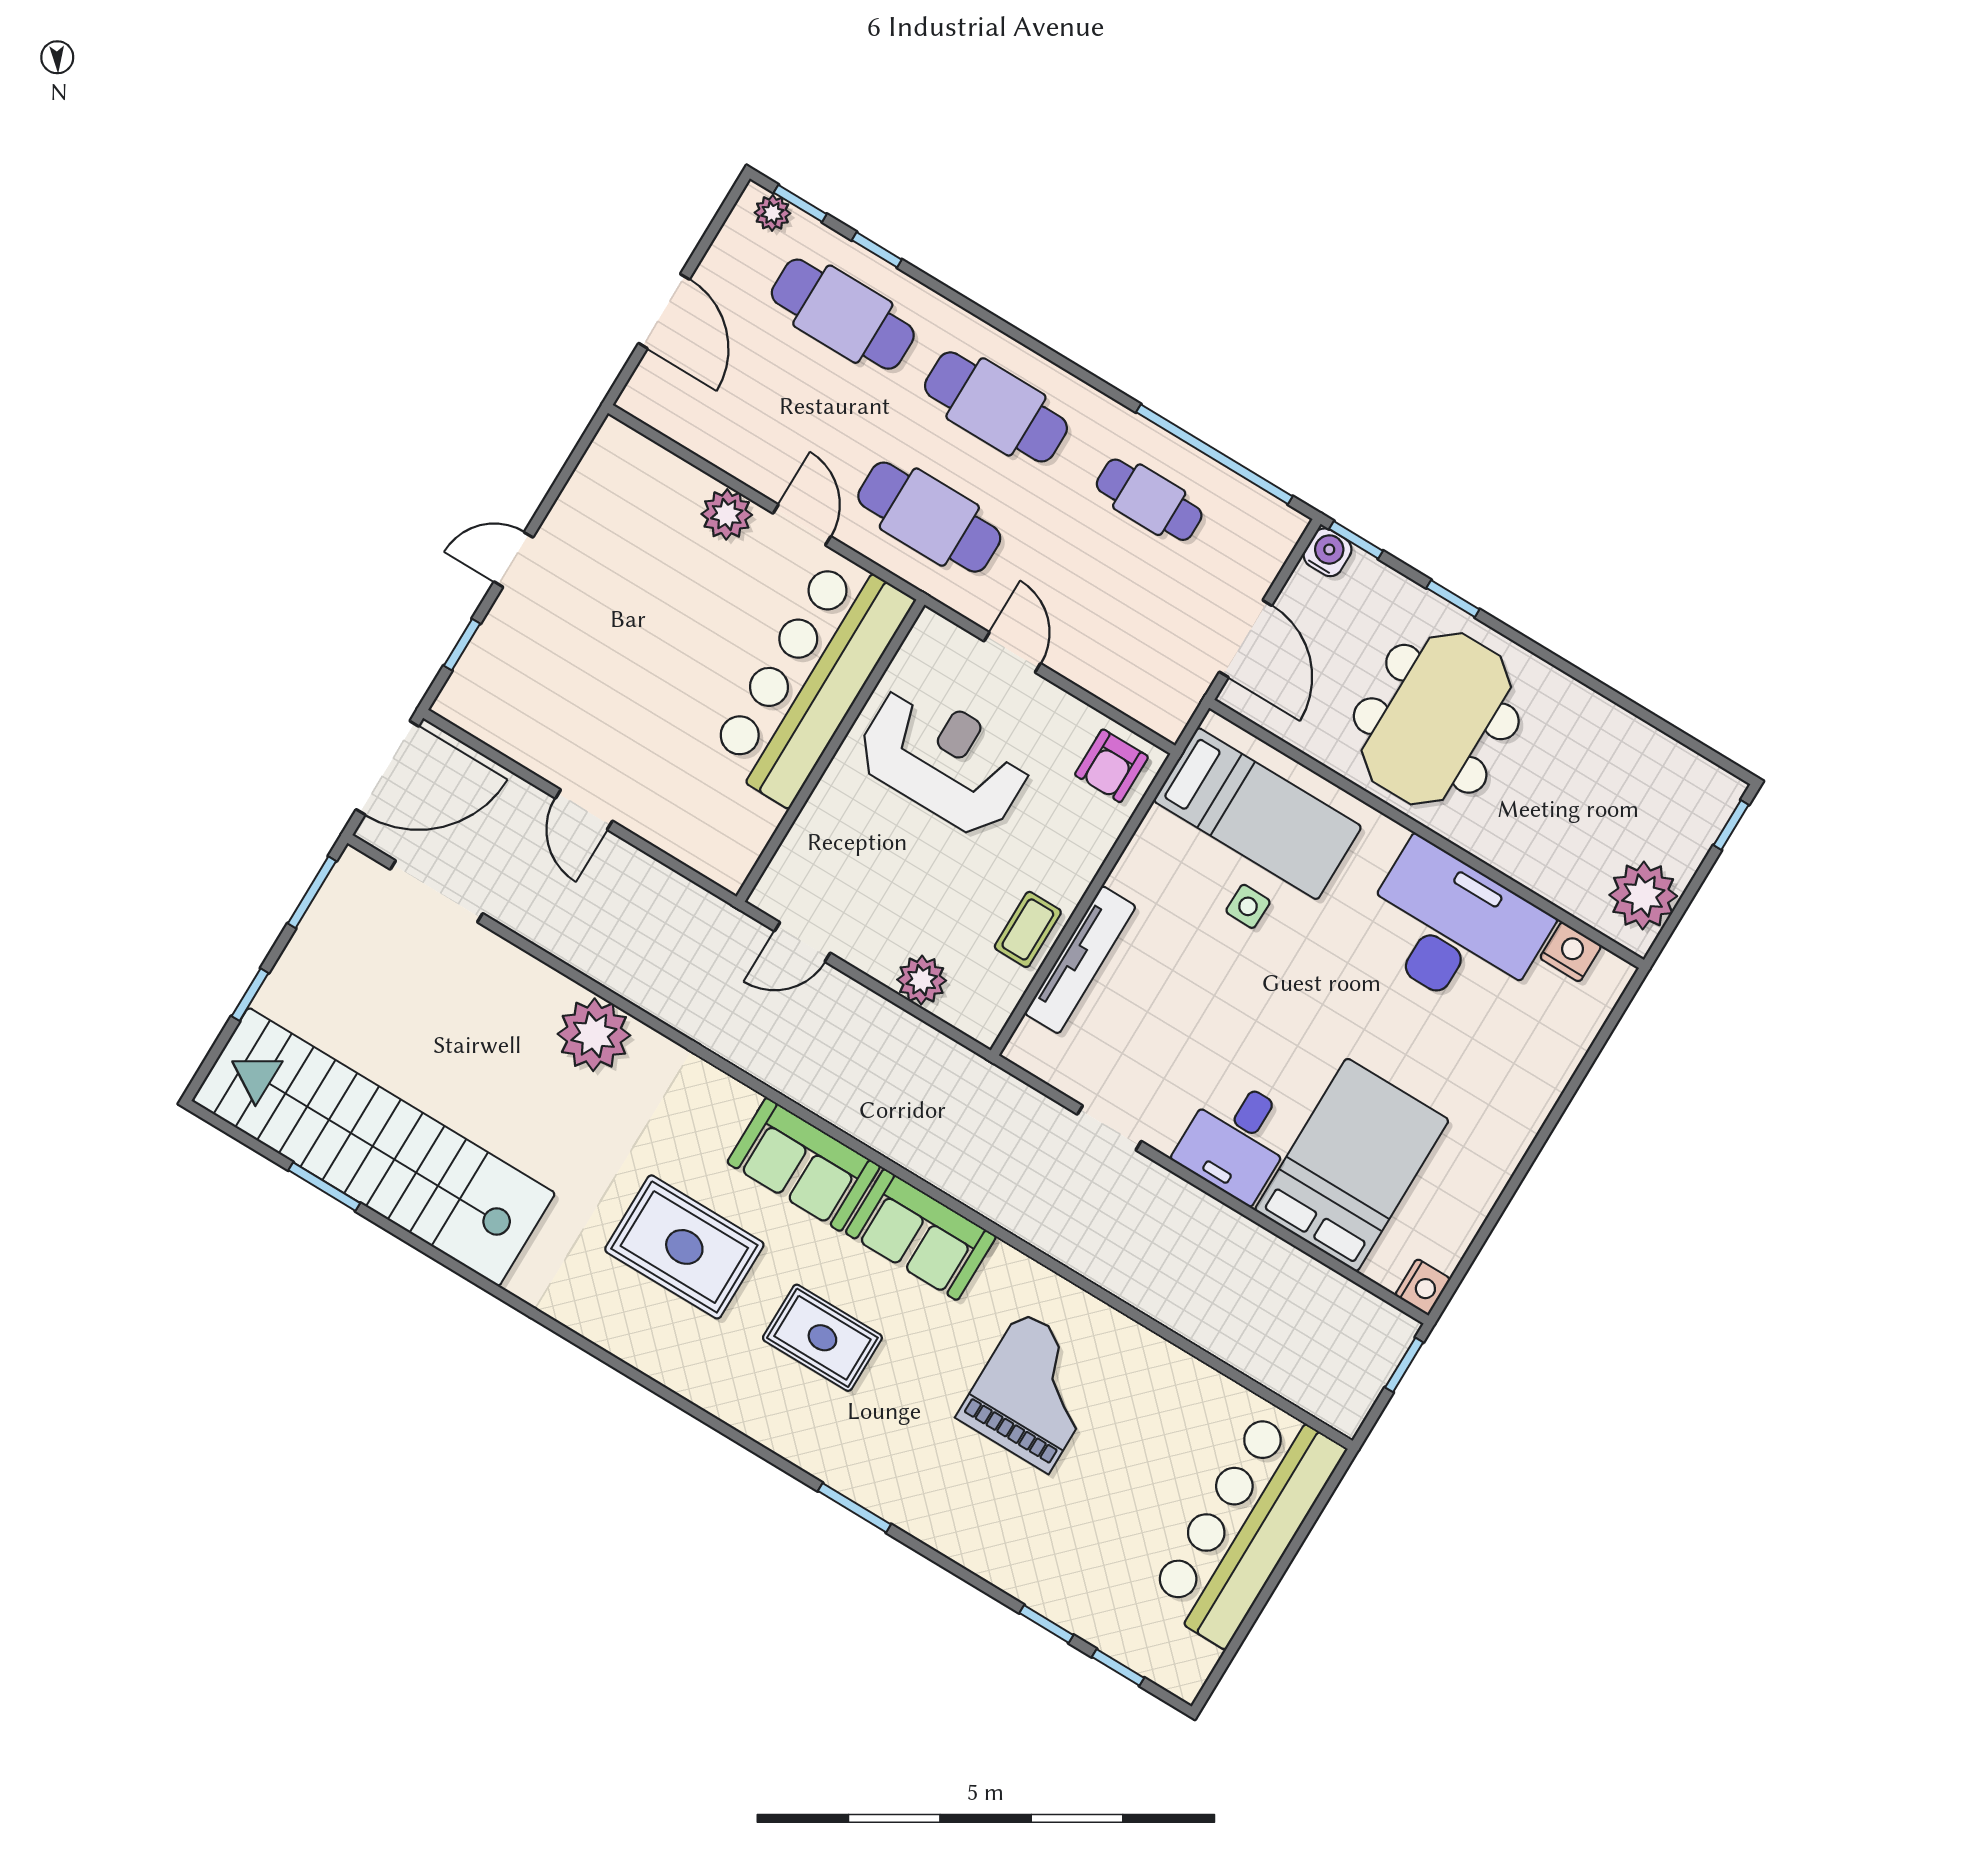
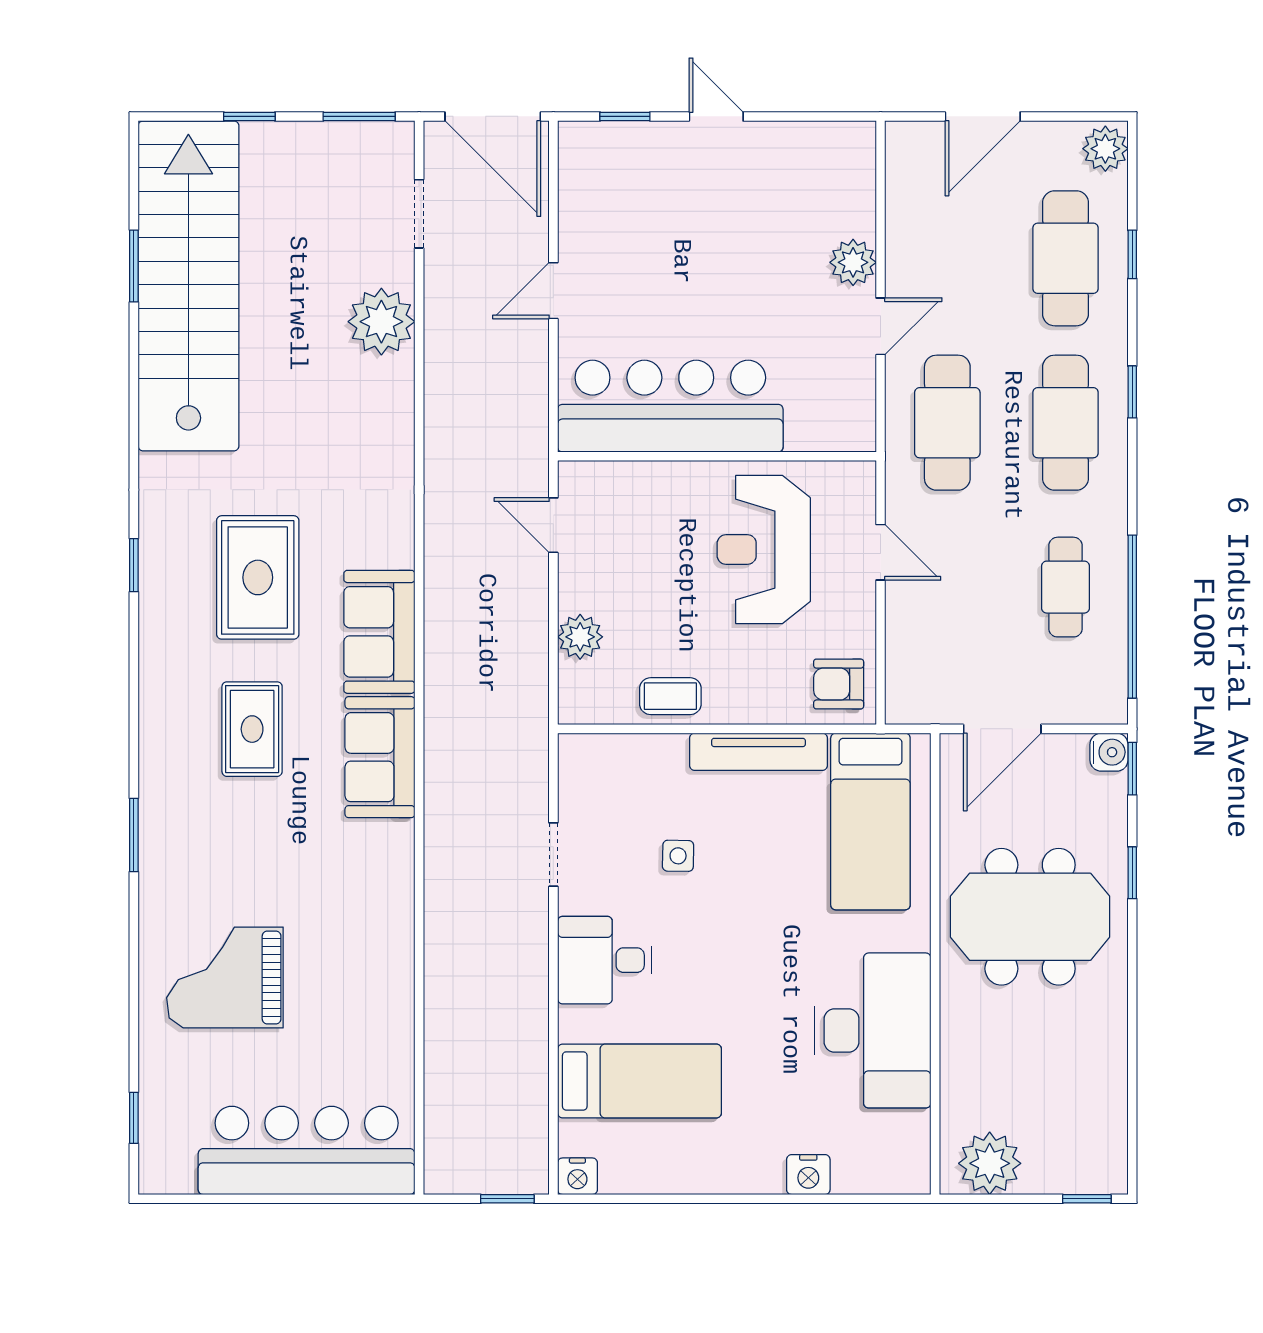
window: (800, 203) -> (1132, 392), moved
plant: (772, 213) -> (1105, 149), width x1.38, depth x1.38
door: (1012, 652) -> (881, 552), hinge flipped
bar counter: (810, 679) -> (670, 406), moved
reception desk: (944, 760) -> (764, 550), turned 180
doorway: (437, 891) -> (419, 214), width x0.73
side table: (1248, 906) -> (678, 856), moved
nightstand: (1571, 952) -> (808, 1175), moved, turned 90
tv unit: (1080, 960) -> (758, 752), moved
plant: (594, 1035) -> (381, 322), moved
bed: (1352, 1165) -> (639, 1081), width x0.67
grand piano: (1034, 1392) -> (225, 978), moved, turned 180
window: (1046, 1624) -> (134, 565), moved

